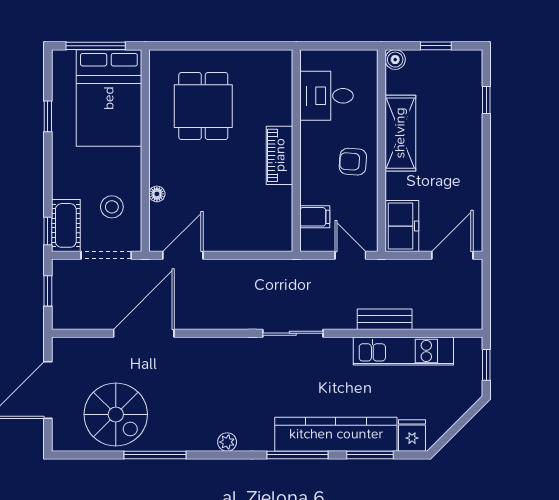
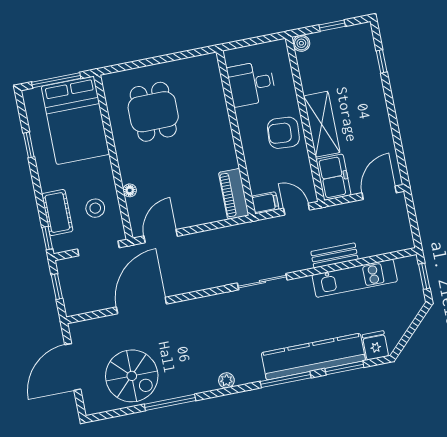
shelving: (400, 133) -> (322, 124), moved
piano: (280, 155) -> (234, 194), moved
armchair: (353, 162) -> (283, 133), width x1.38, depth x1.38
filing cabinet: (315, 217) -> (265, 203), moved
cot: (66, 225) -> (57, 213), moved

